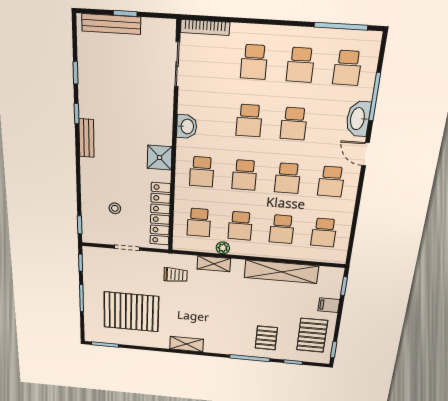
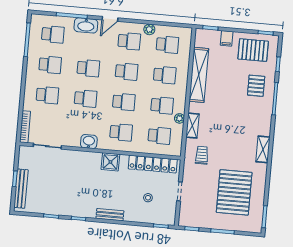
bench: (87, 138) -> (110, 215), moved
plant: (347, 209) -> (149, 29), added
pallet: (266, 338) -> (256, 86), turned 90

